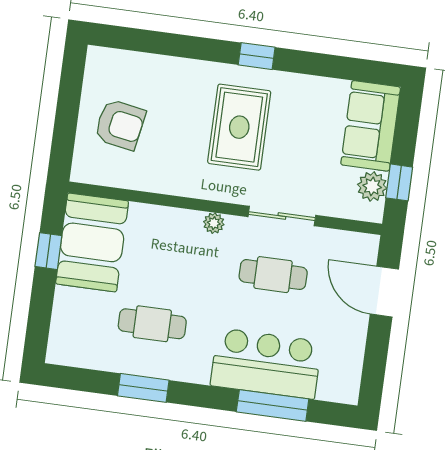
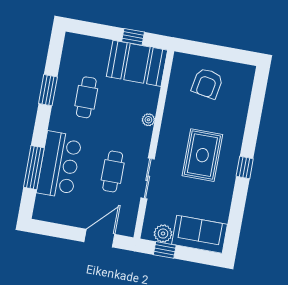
rug: (239, 127) -> (202, 155), turned 90
plant: (214, 223) -> (148, 120), moved

